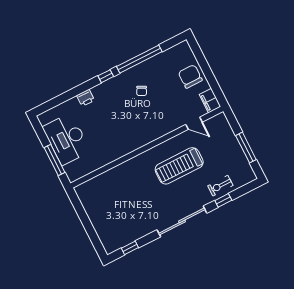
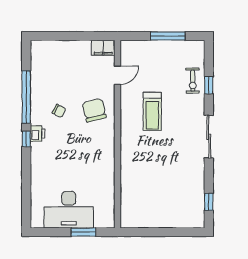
chair: (190, 76) -> (94, 110), moved, turned 76
printer: (86, 98) -> (37, 134), moved
window: (54, 160) -> (83, 232), width x0.69
treadmill: (179, 166) -> (152, 111), width x0.73, depth x0.73
sliding door: (182, 221) -> (209, 137), width x0.73

